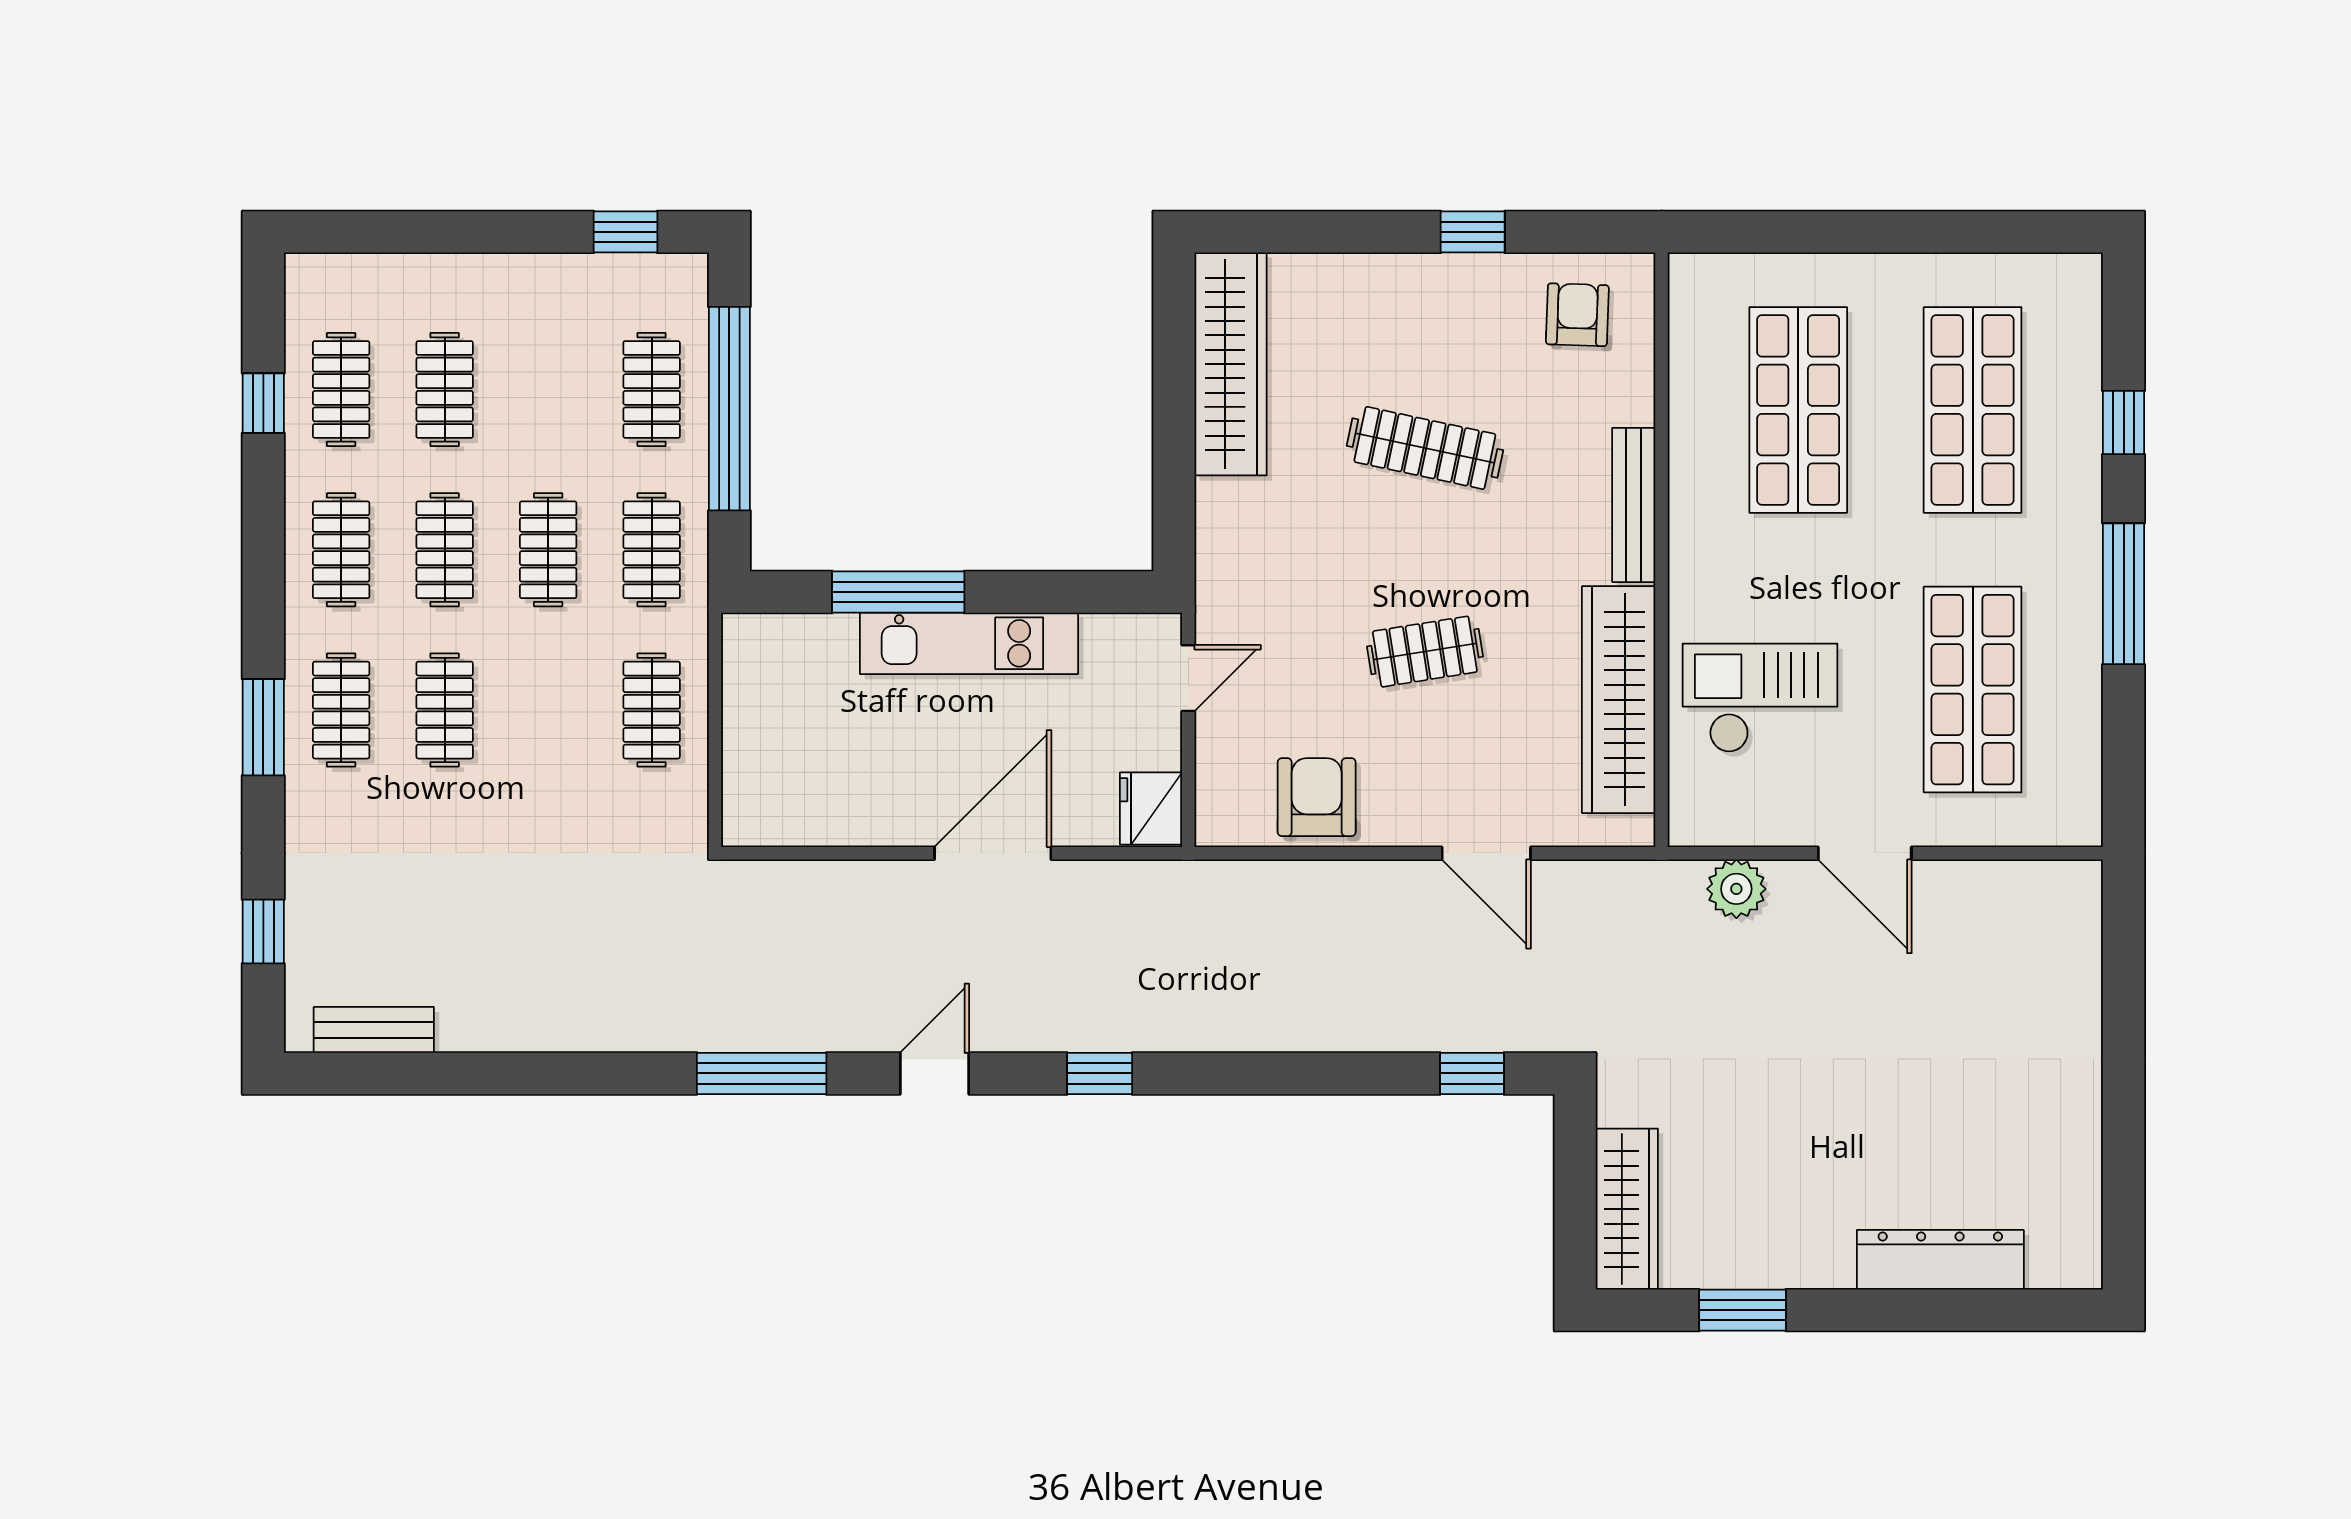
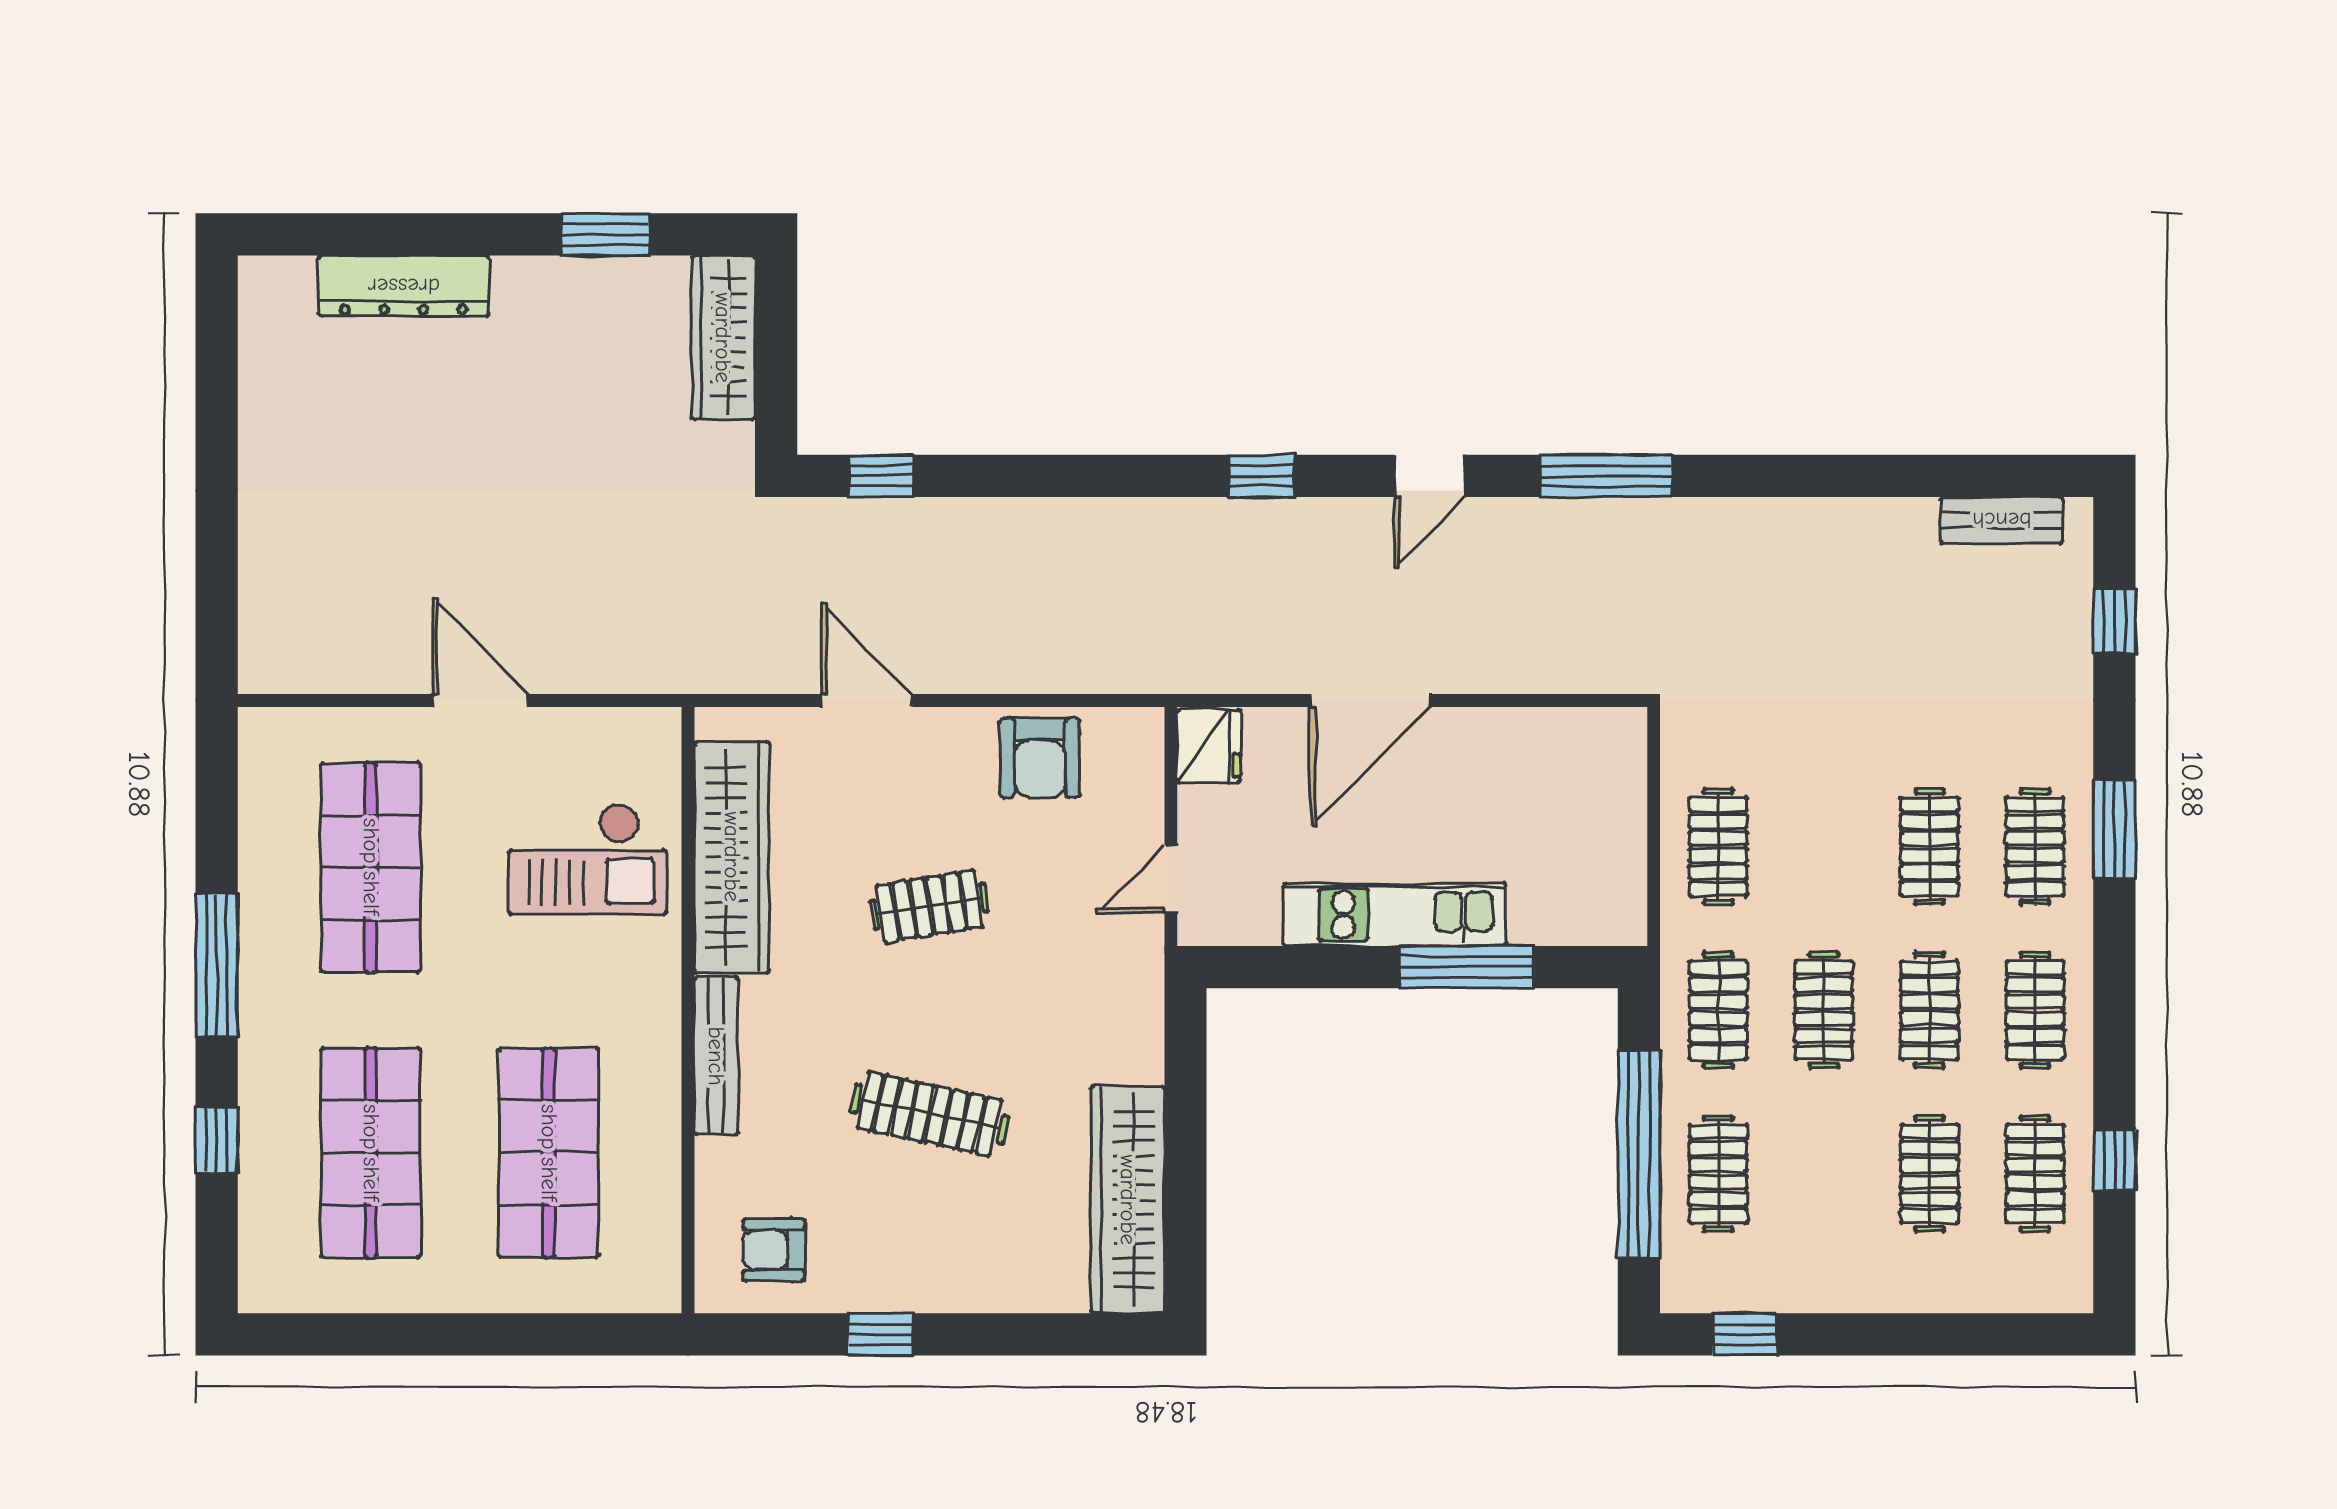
armchair: (1577, 315) -> (774, 1250), turned 88
plant: (1736, 889) -> (612, 664), removed

